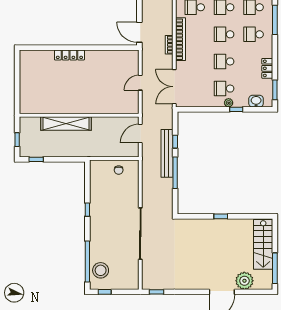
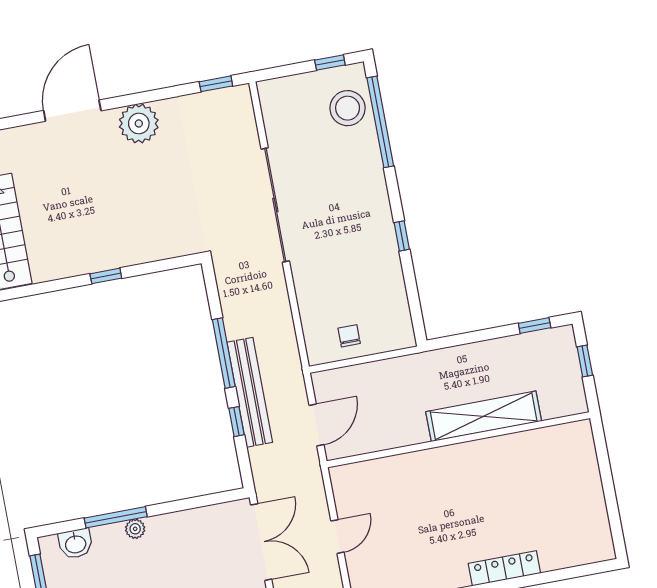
school desk: (224, 89) -> (151, 558), removed
window: (236, 109) -> (116, 517), width x2.17
plant: (244, 281) -> (139, 123), moved

